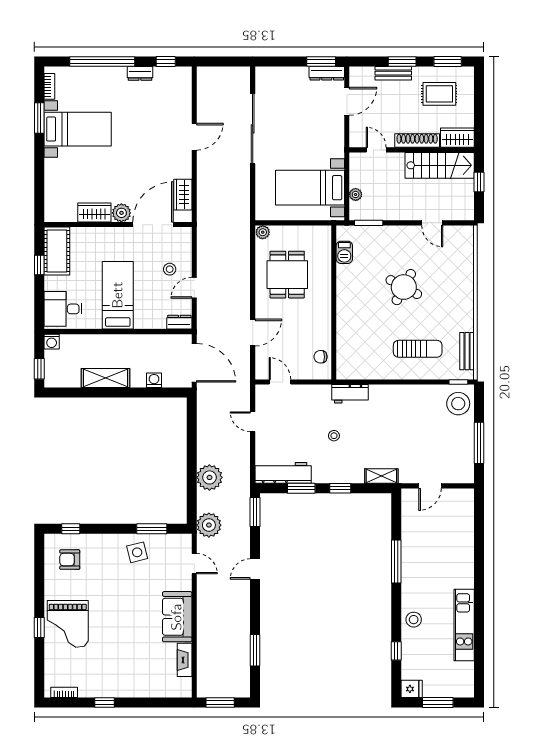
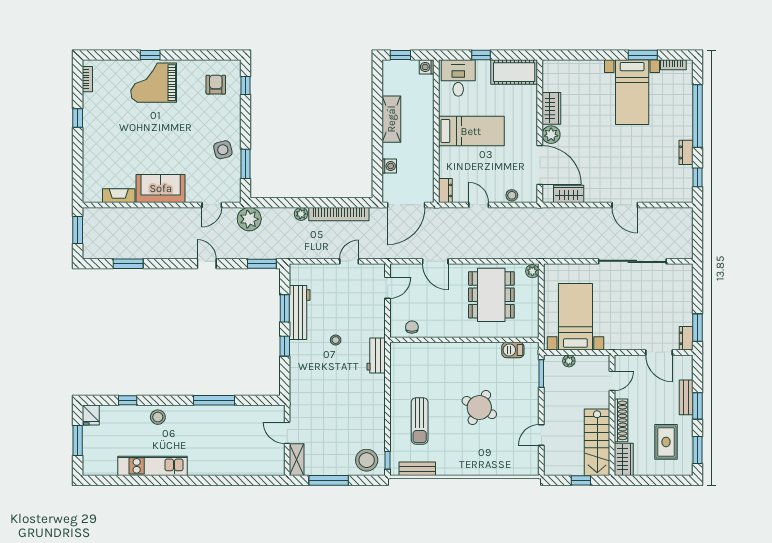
dresser: (327, 73) -> (686, 338), width x0.70
window: (39, 265) -> (481, 55), moved
stool: (170, 269) -> (512, 195), moved
dining table: (287, 275) -> (491, 295), width x1.38
bookcase: (204, 432) -> (339, 214), added
workbench: (283, 473) -> (300, 312), moved
shelving: (381, 476) -> (297, 460), moved
plant: (209, 477) -> (301, 214), width x0.53, depth x0.53

